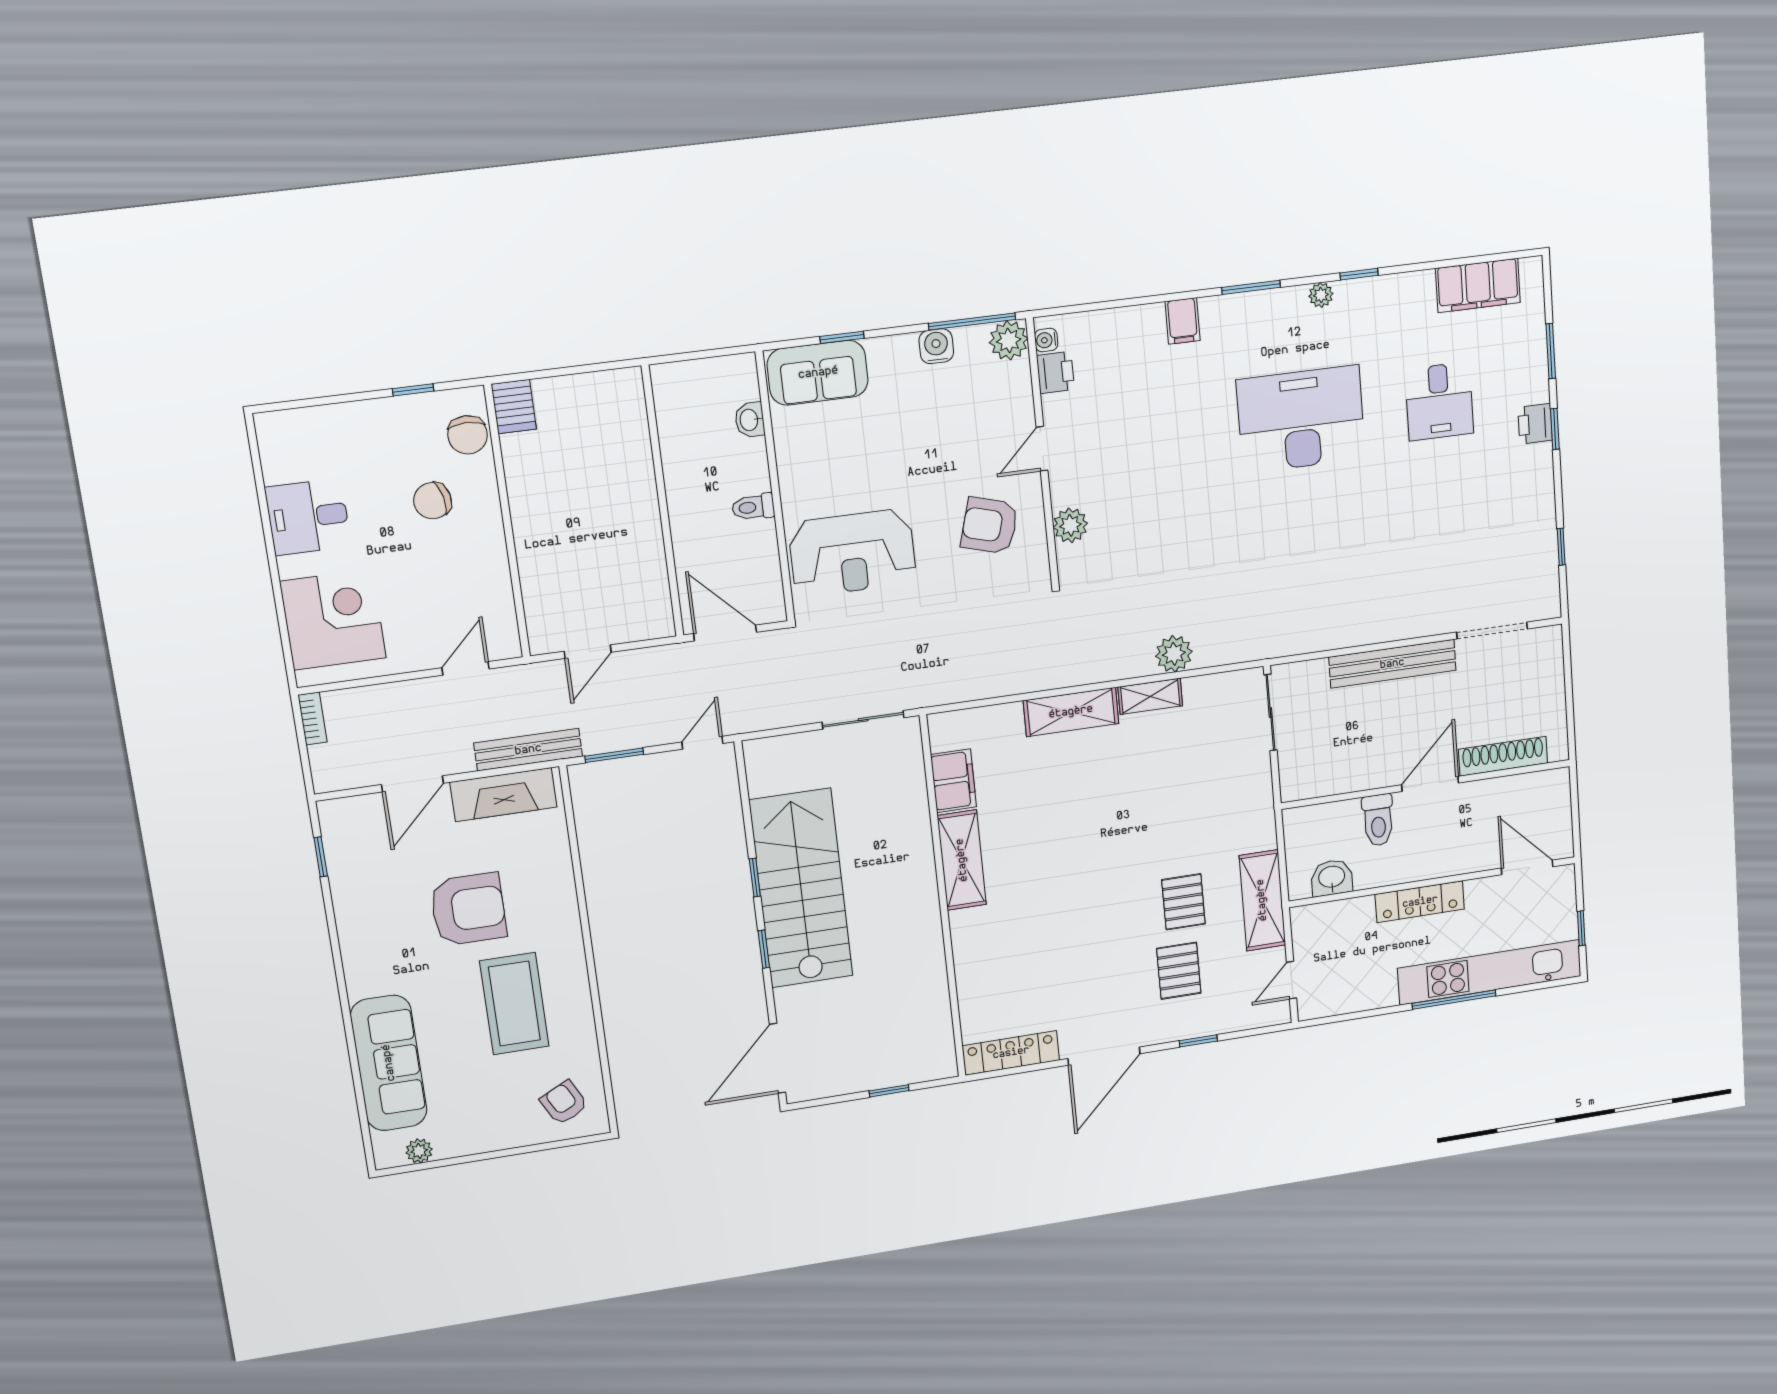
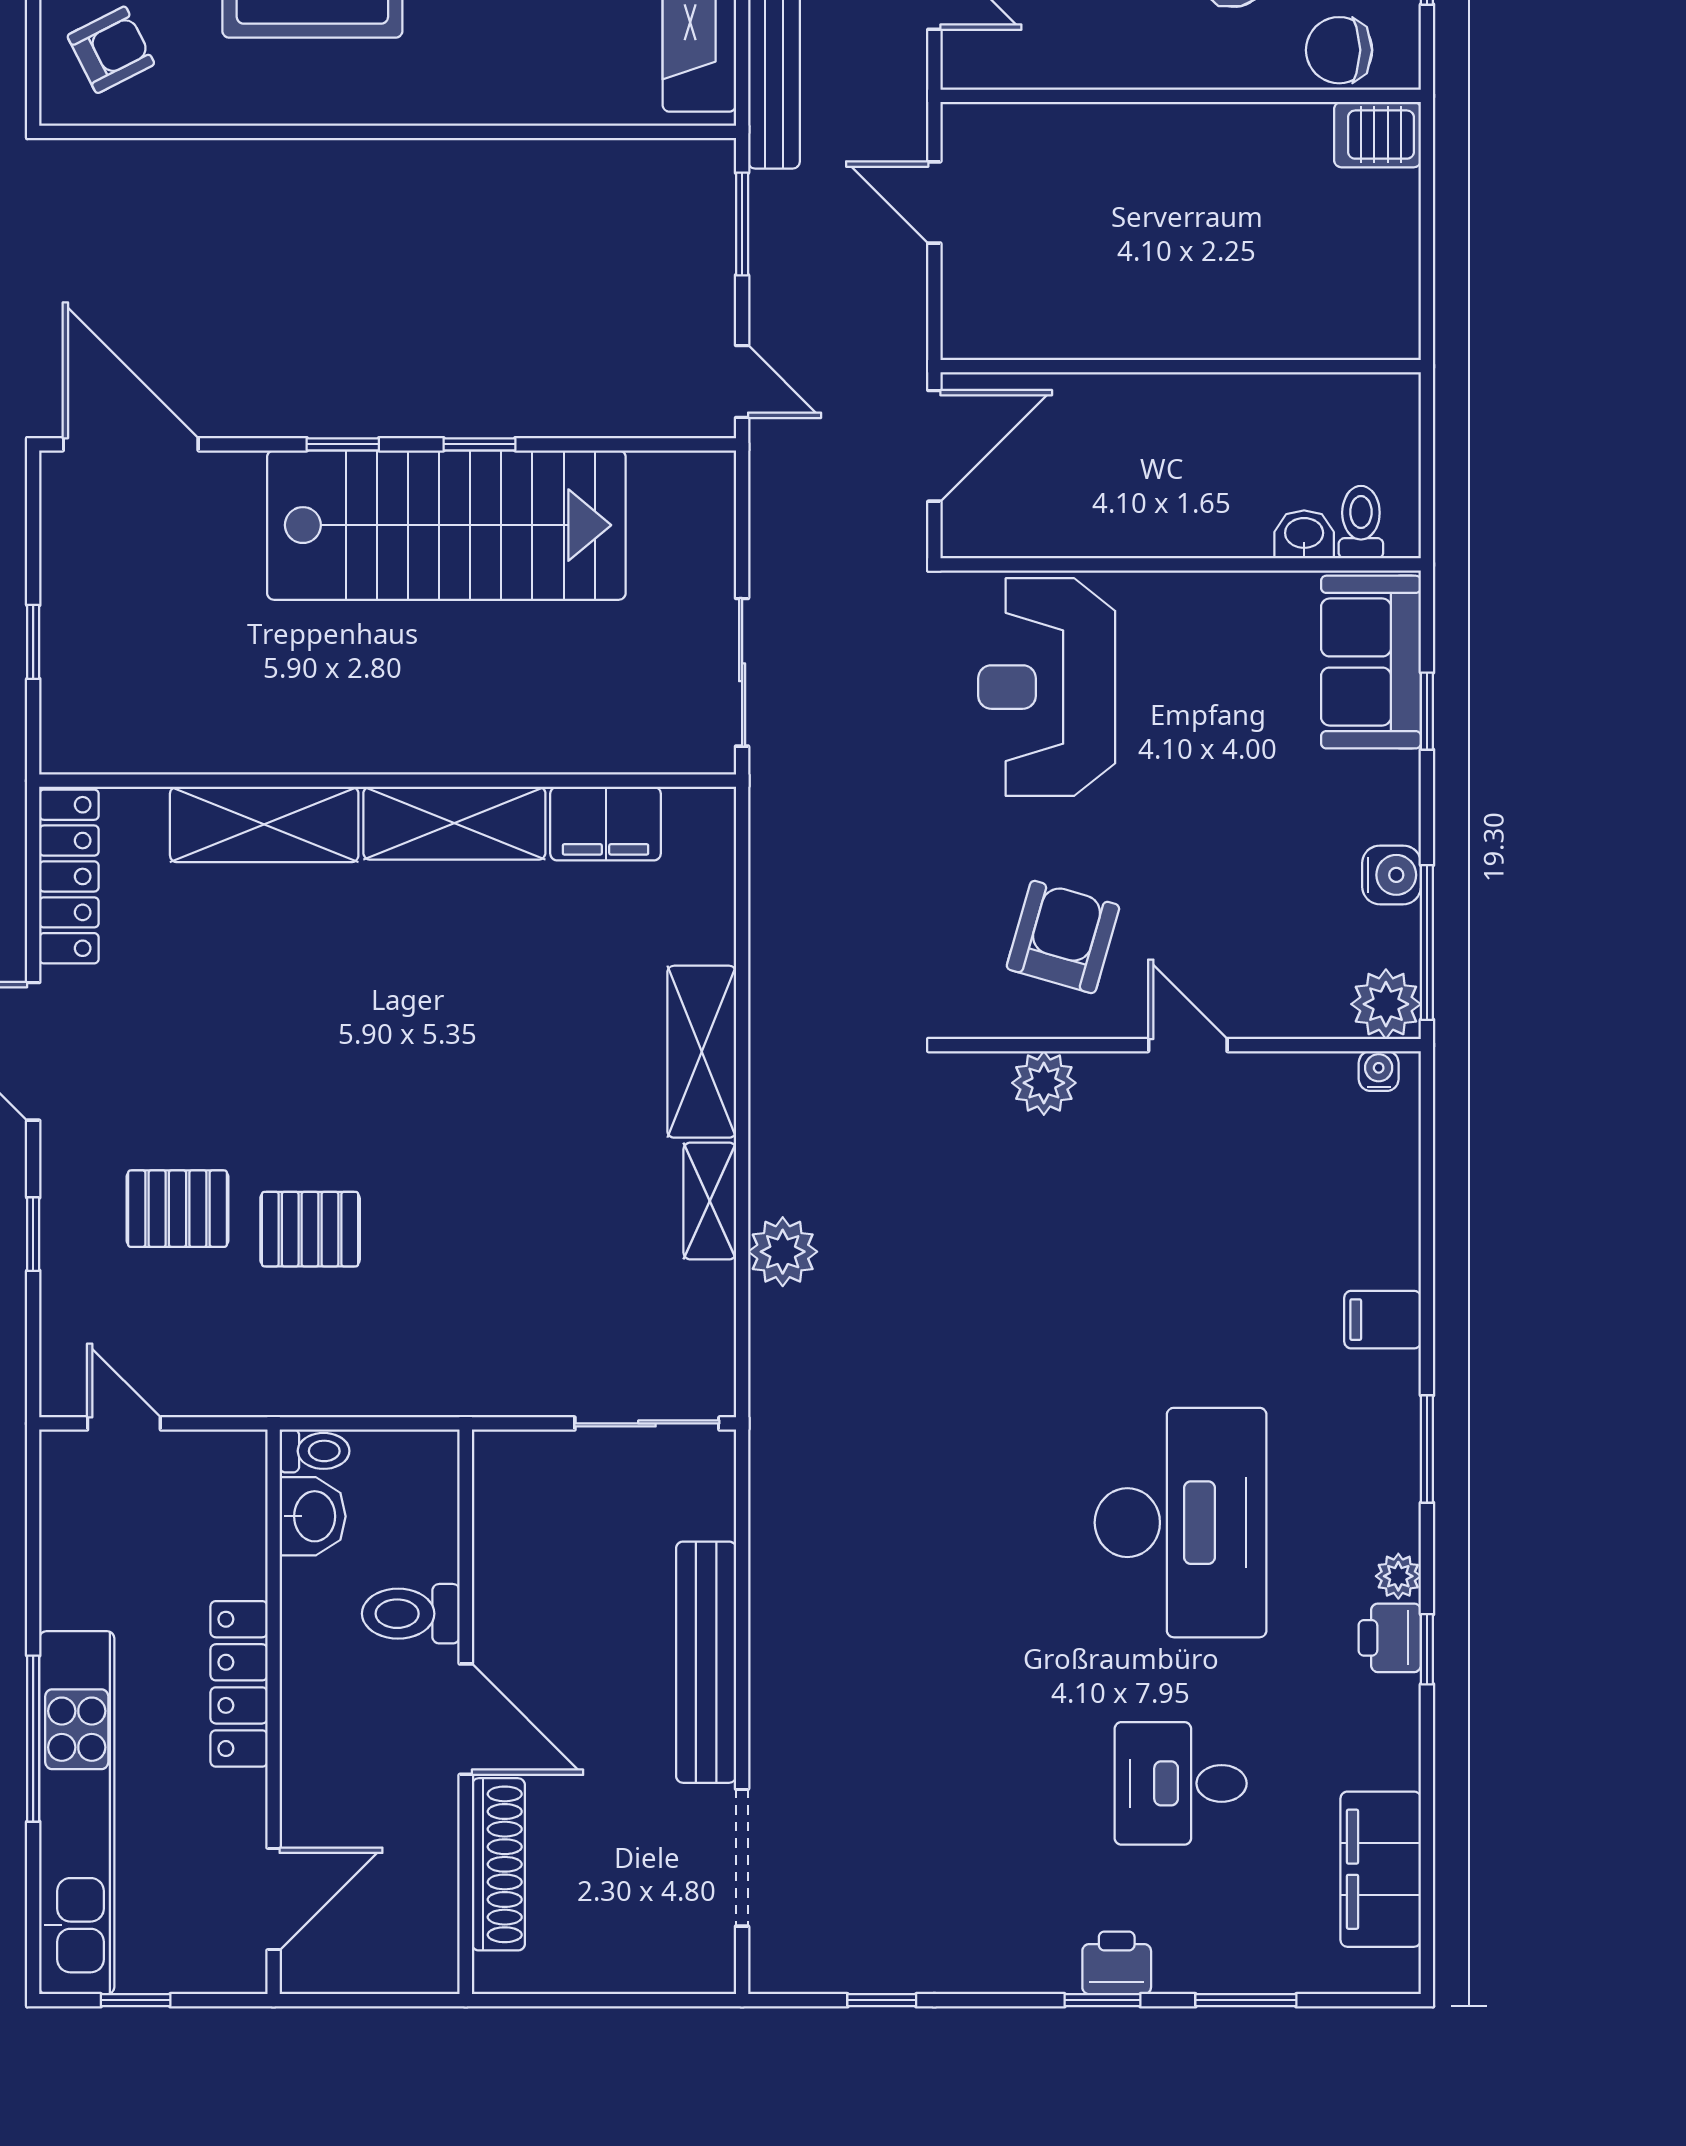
printer: (1055, 372) -> (1390, 1638), moved, turned 90
toilet: (753, 507) -> (1361, 522), moved
toilet: (1298, 882) -> (314, 1451), added
shelving: (1262, 900) -> (264, 824), moved

